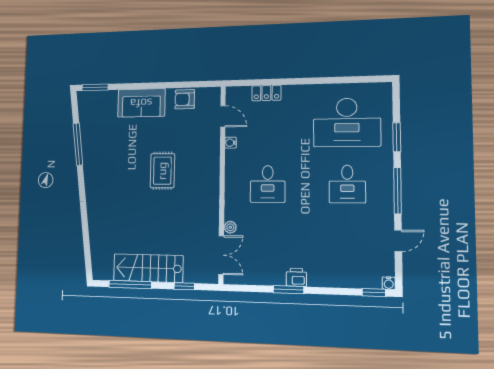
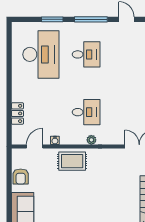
rug: (162, 171) -> (72, 161), moved
plant: (230, 227) -> (91, 140), moved

